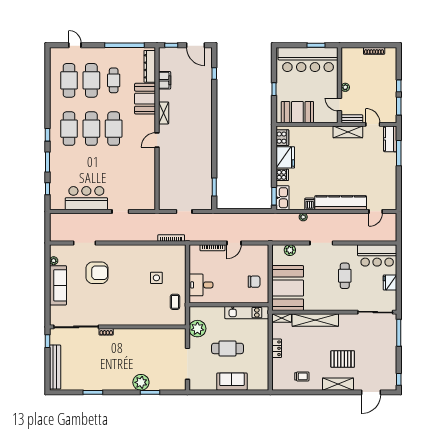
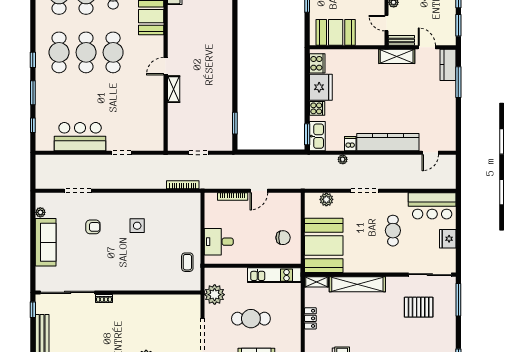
shelving: (164, 113) -> (174, 89), moved
armchair: (97, 273) -> (93, 227), width x0.53, depth x0.53
side table: (156, 278) -> (137, 226), moved
pallet: (343, 359) -> (419, 307), moved

